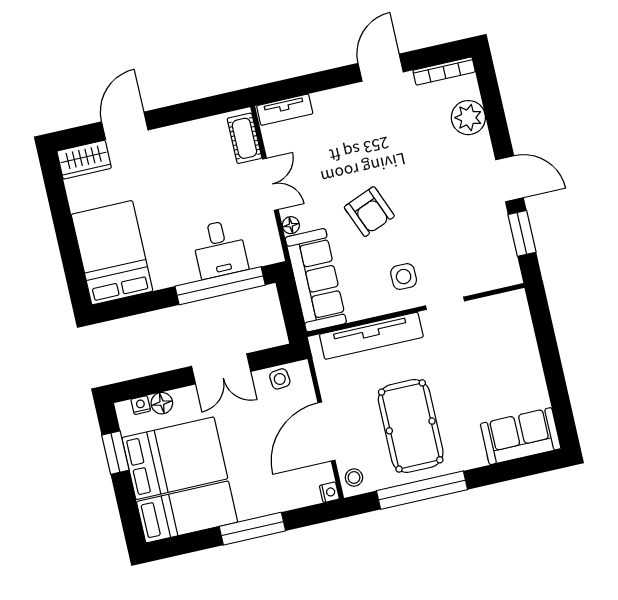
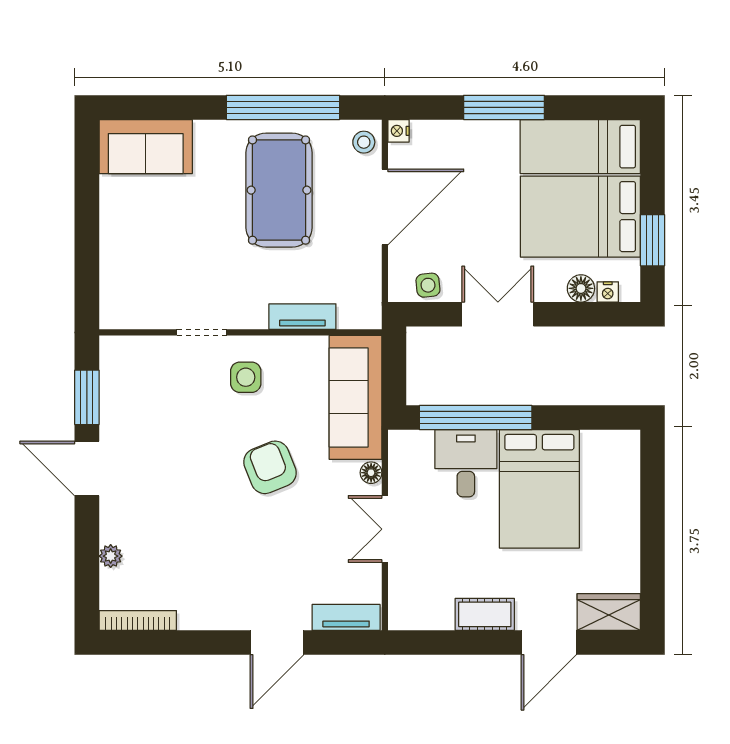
door: (381, 68) -> (277, 643), moved
plant: (468, 118) -> (111, 556), width x0.53, depth x0.53
cot: (244, 138) -> (485, 614), moved, turned 90
bed: (112, 253) -> (539, 489), moved
tv unit: (371, 336) -> (302, 317), width x0.52, depth x0.78

